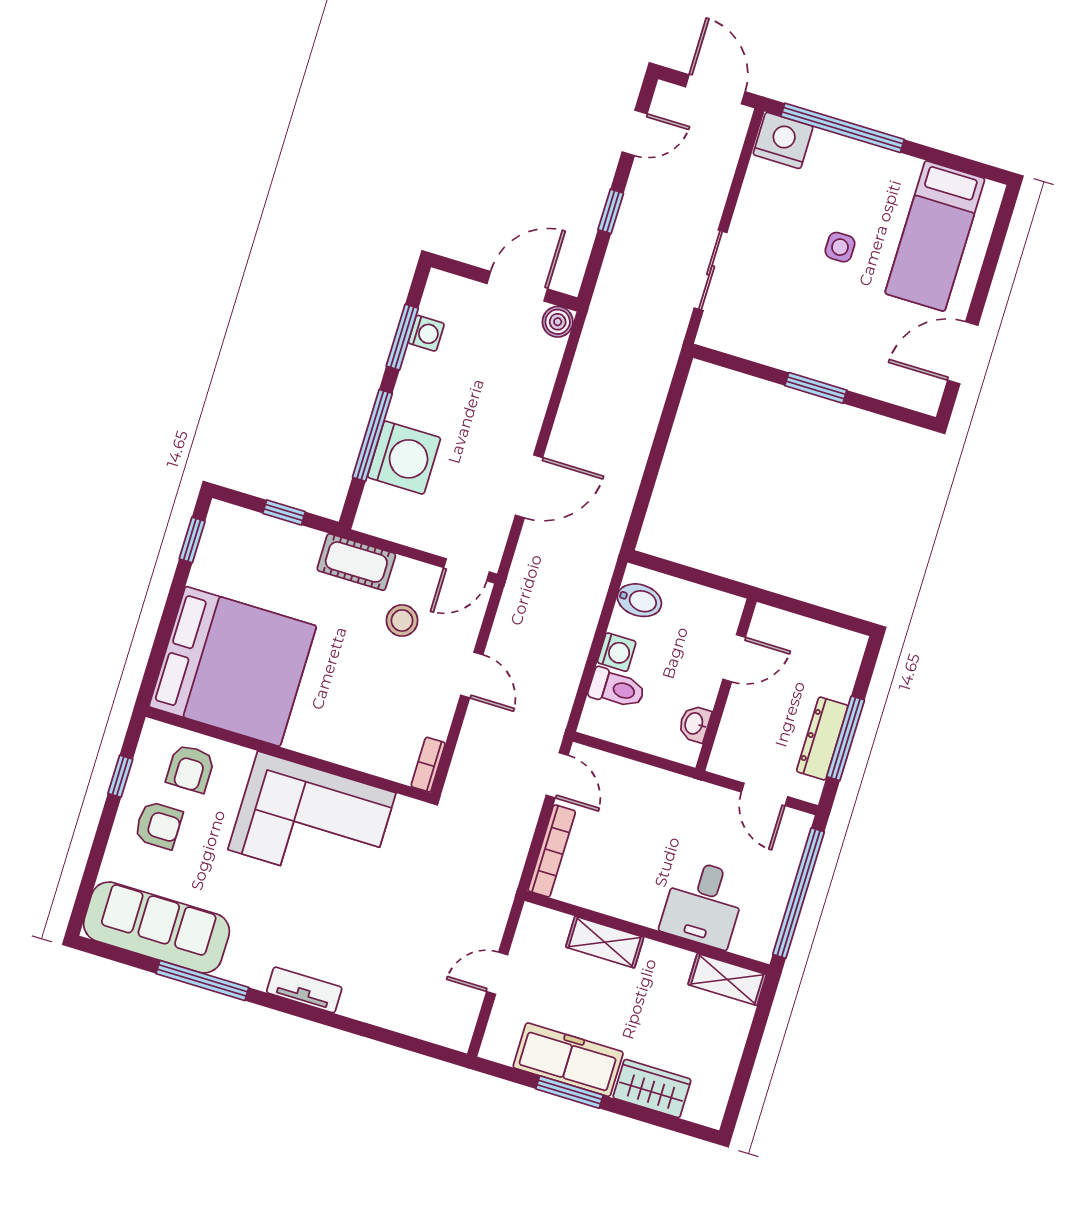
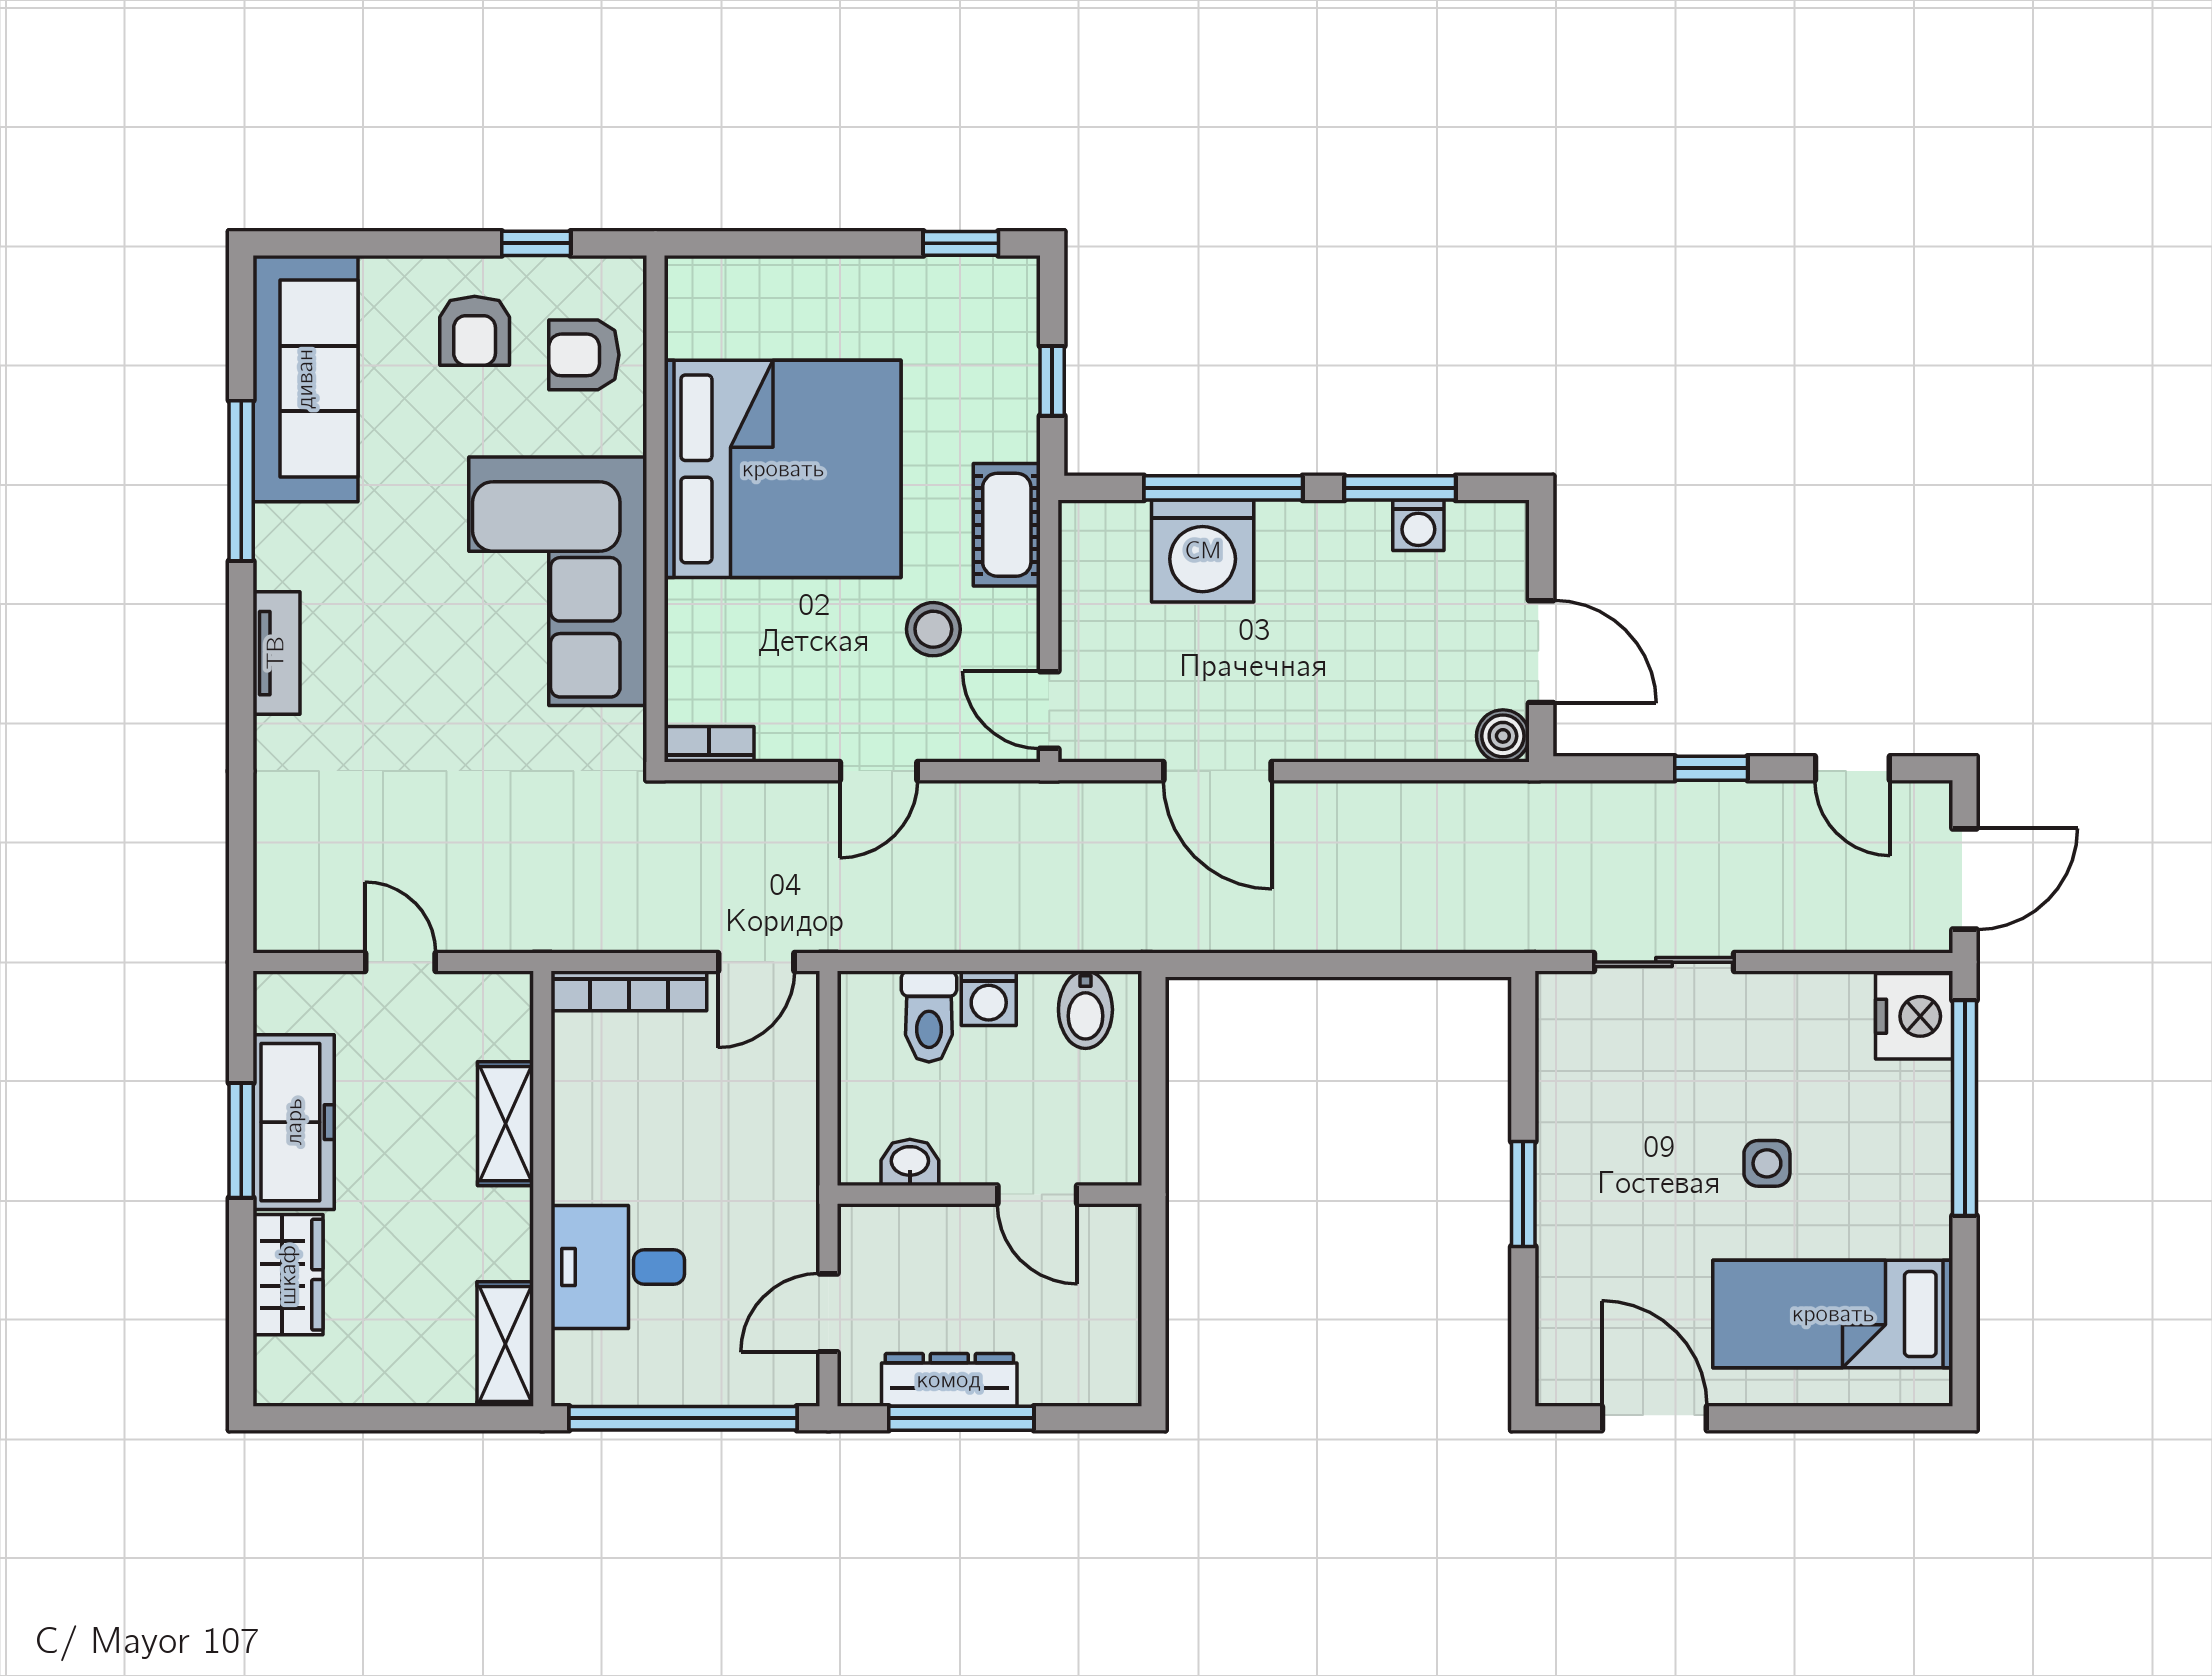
bed: (233, 666) -> (783, 469), moved, turned -90

